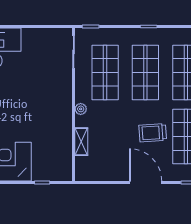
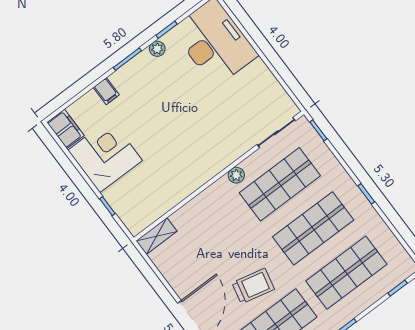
plant: (81, 109) -> (236, 175), moved
trolley: (153, 133) -> (253, 286), turned 107
shelving: (81, 142) -> (157, 236), moved

